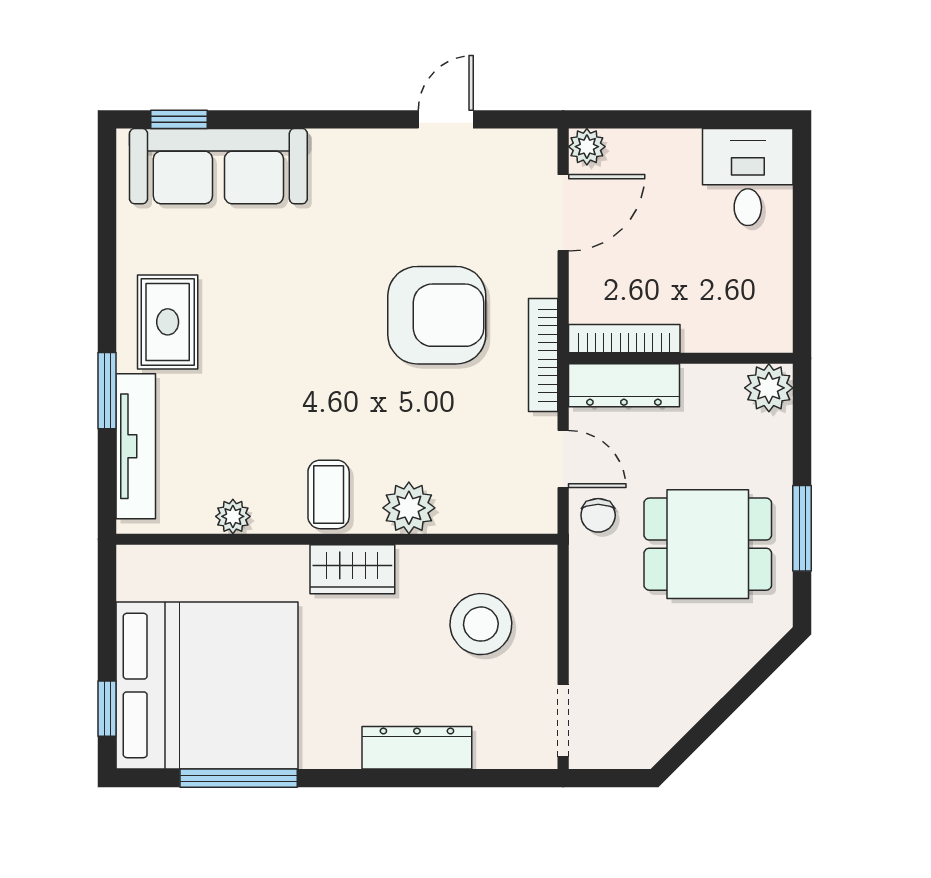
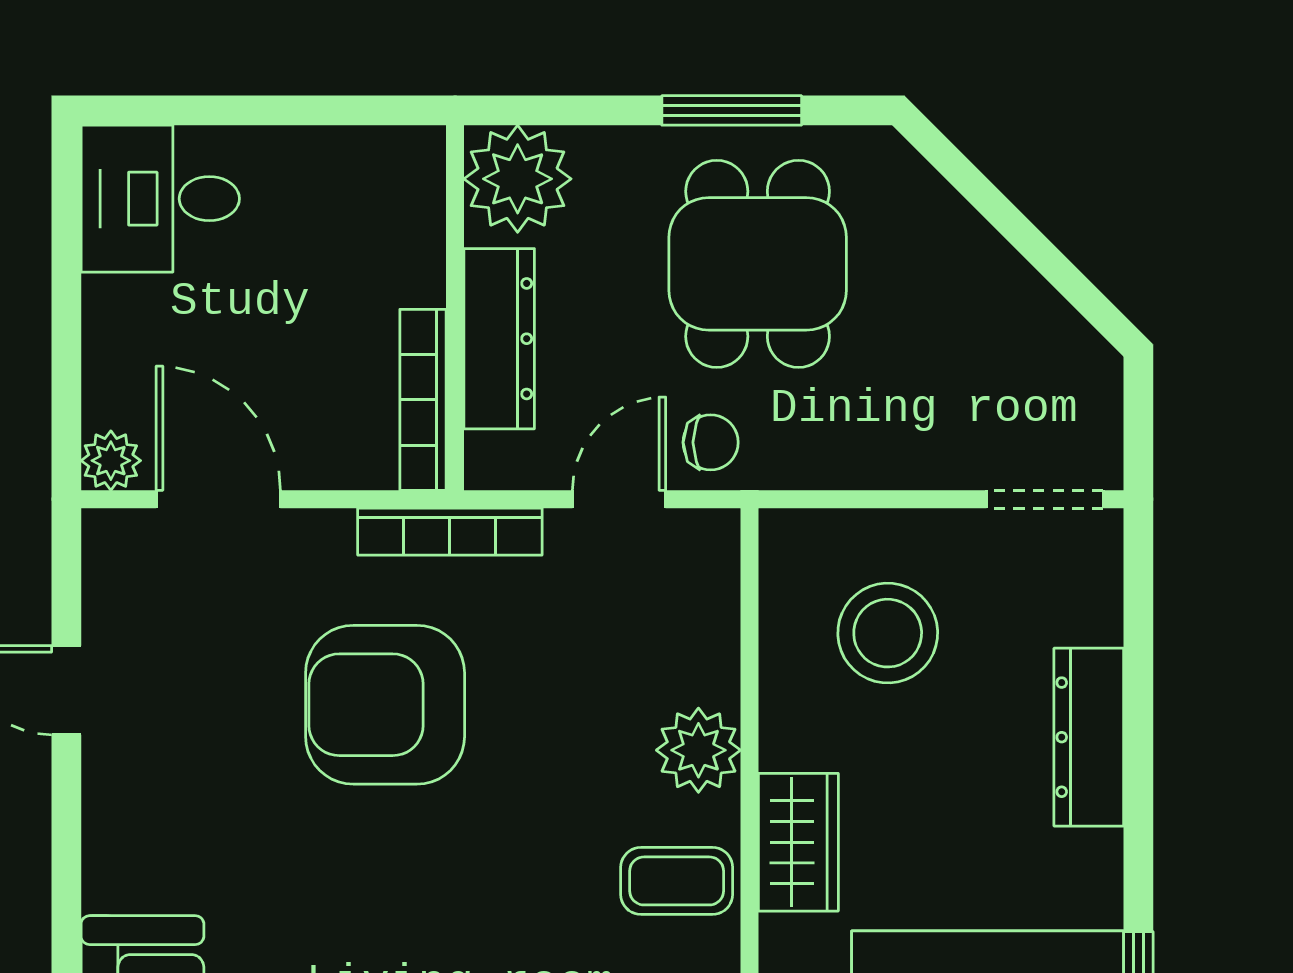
armchair: (437, 315) -> (385, 705), turned -90
dresser: (624, 385) -> (499, 339), moved
plant: (769, 388) -> (518, 179), width x1.36, depth x1.36

